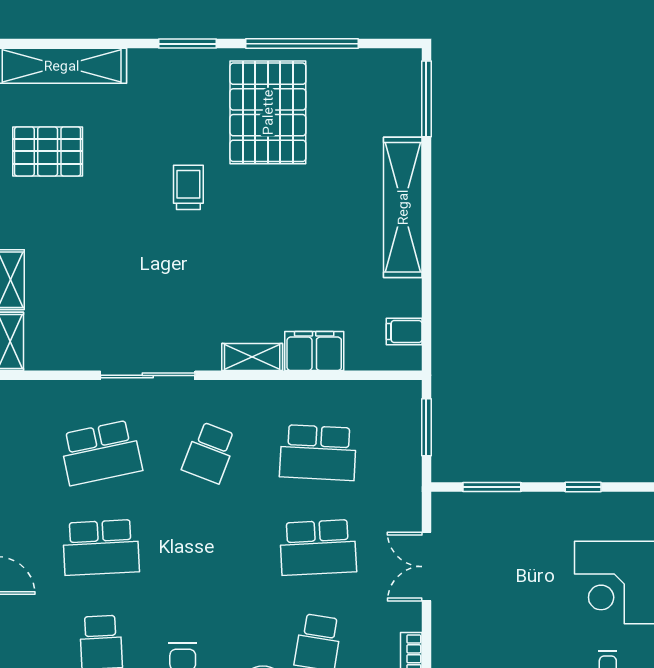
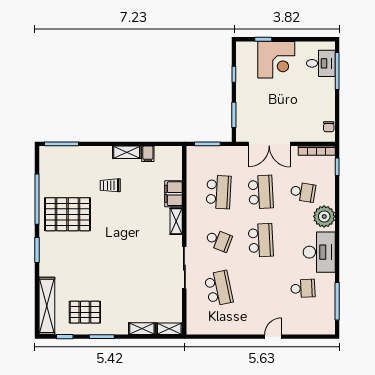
pallet: (48, 151) -> (85, 312), turned 90
trolley: (188, 187) -> (110, 185), moved
shelving: (403, 207) -> (127, 152), width x0.45, depth x0.75
filing cabinet: (404, 331) -> (148, 154), moved
school desk: (101, 547) -> (261, 240), moved
double door: (426, 567) -> (269, 144), width x1.37

